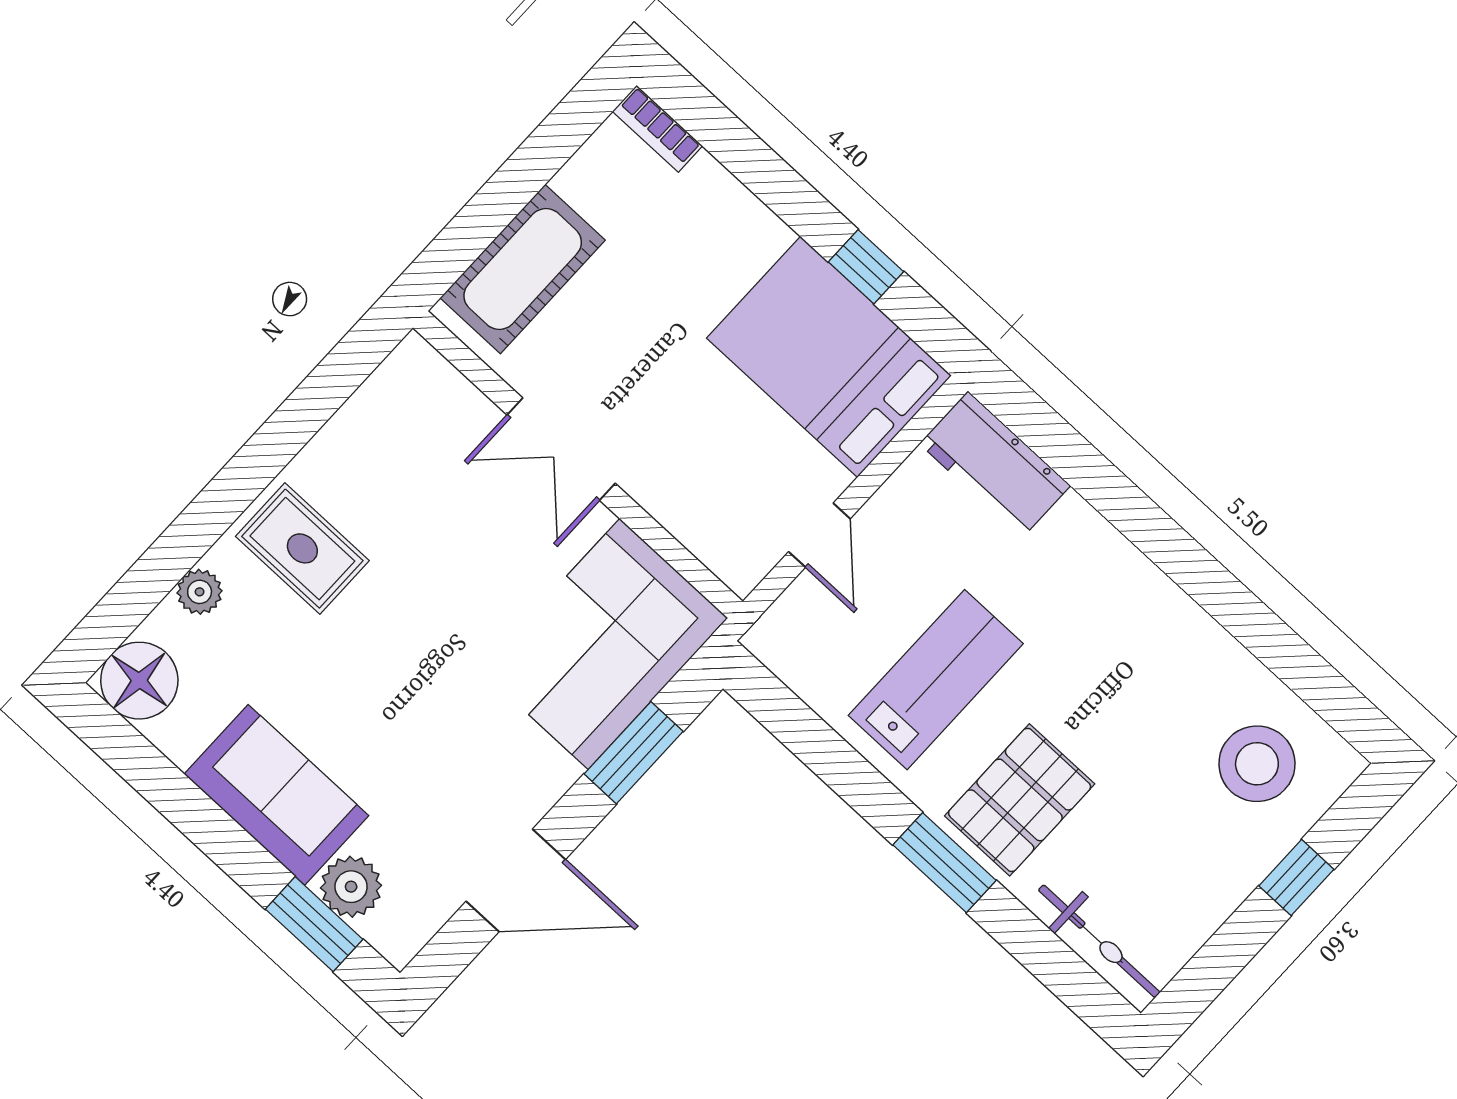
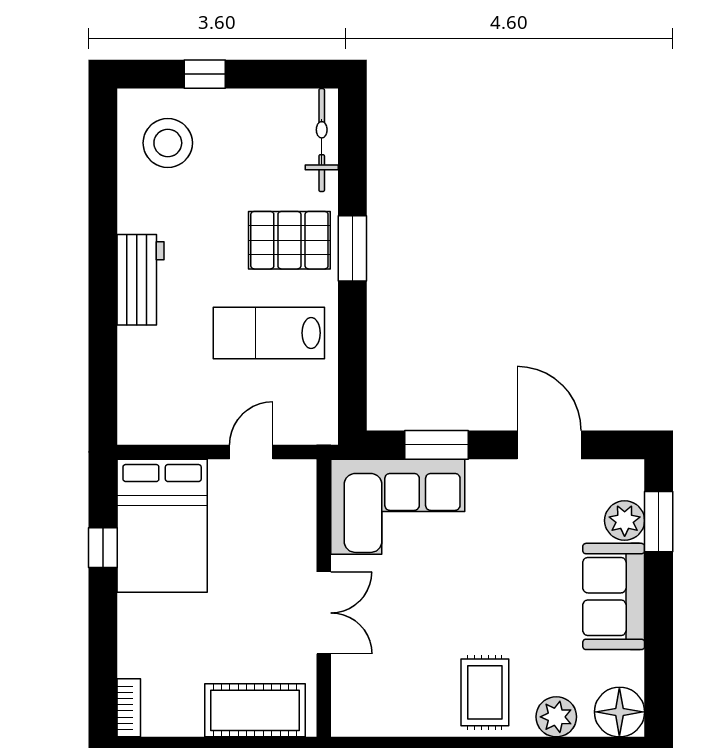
workbench: (995, 465) -> (141, 280), moved
plant: (200, 592) -> (556, 717), width x1.38, depth x1.38

